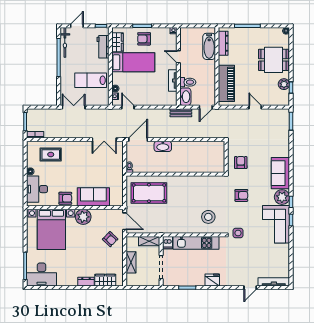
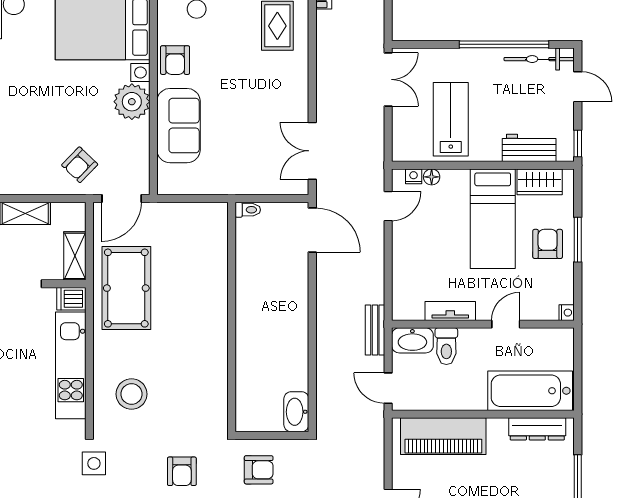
bathtub: (209, 46) -> (530, 391), width x1.36, depth x1.36
washbasin: (163, 146) -> (296, 412), moved
pool table: (149, 193) -> (126, 288), moved

